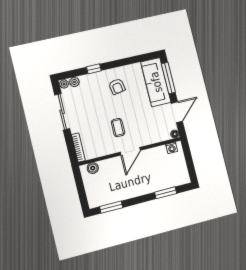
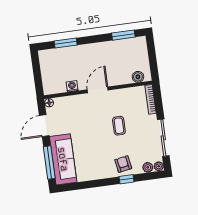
armchair: (117, 86) -> (123, 164), moved
coffee table: (118, 128) -> (119, 126), moved
washing machine: (172, 148) -> (72, 86), moved

